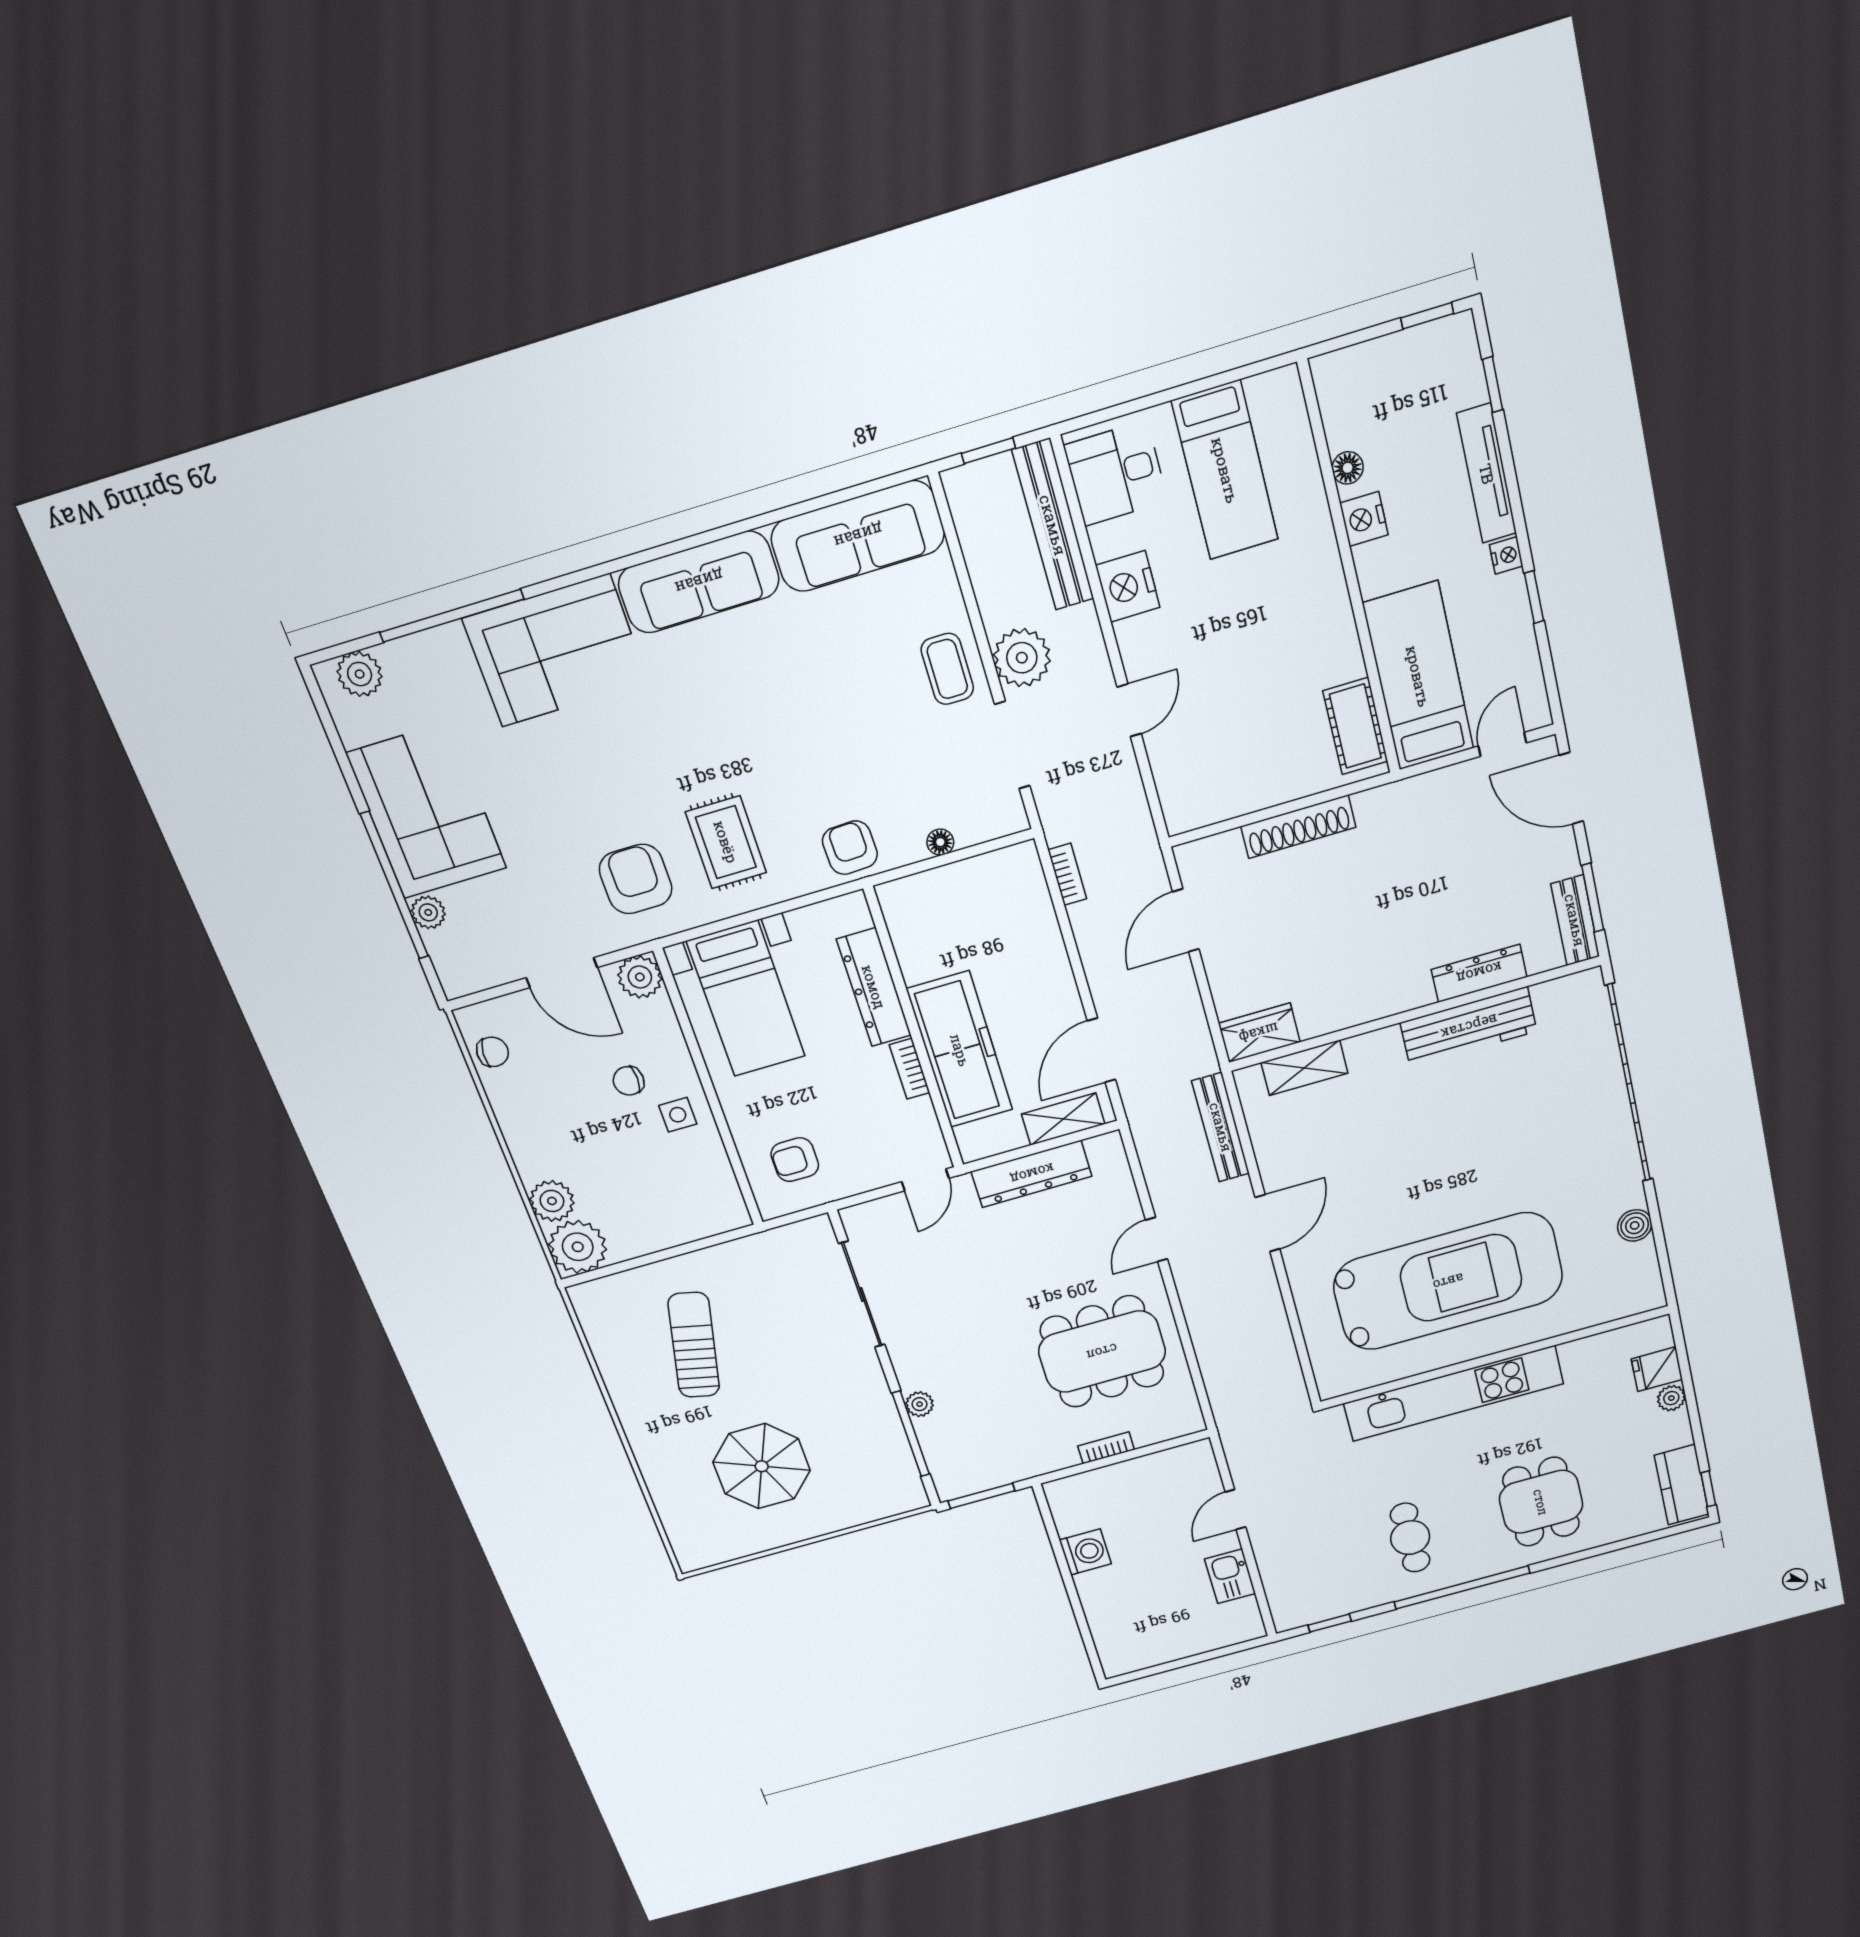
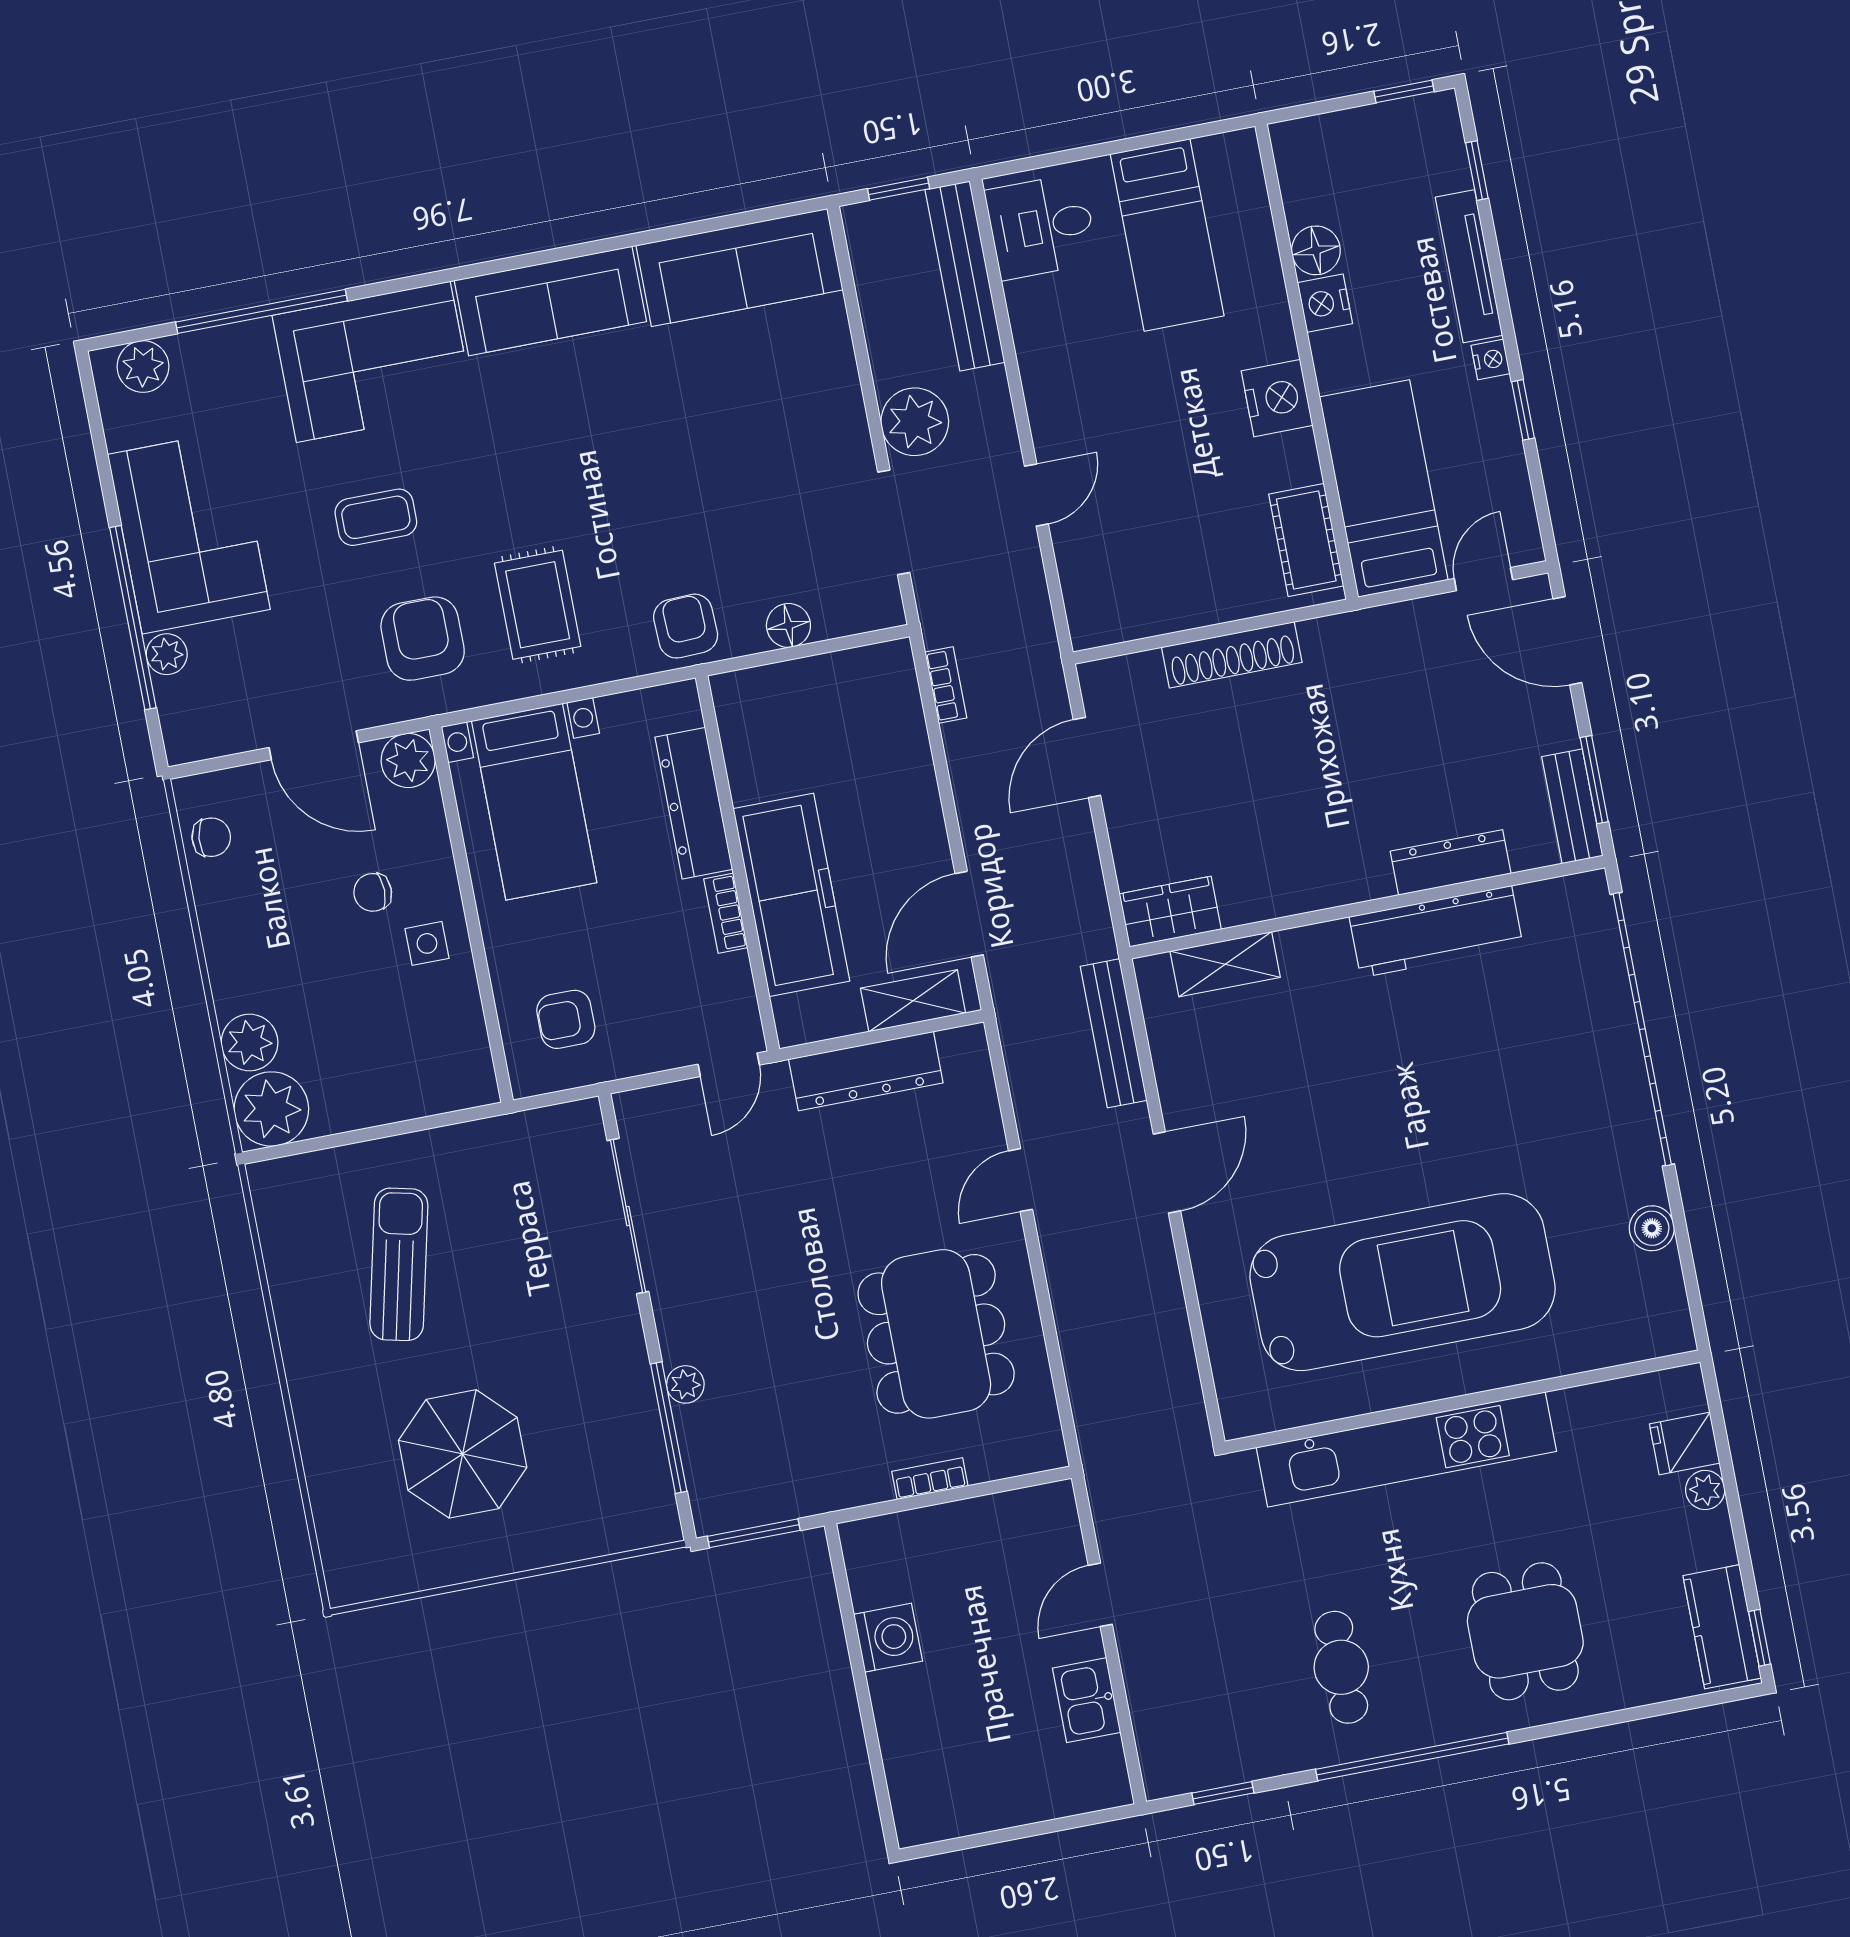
floor lamp: (1348, 468) -> (1316, 250), width x1.37, depth x1.37
nightstand: (1128, 586) -> (1277, 398), moved, turned 180
coffee table: (947, 669) -> (376, 517), moved, turned 90
floor lamp: (940, 842) -> (788, 625), width x1.37, depth x1.37
dining table: (1102, 1352) -> (936, 1334), turned 90

